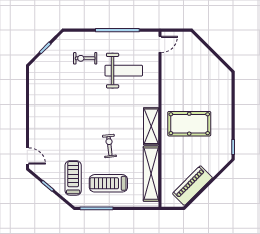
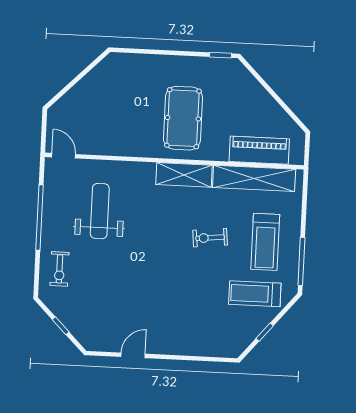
exercise bike: (85, 58) -> (60, 269), moved
door: (27, 156) -> (133, 355), moved
piano: (192, 186) -> (259, 150), moved, turned 135

